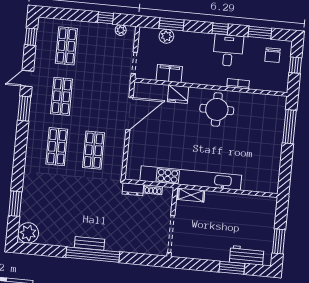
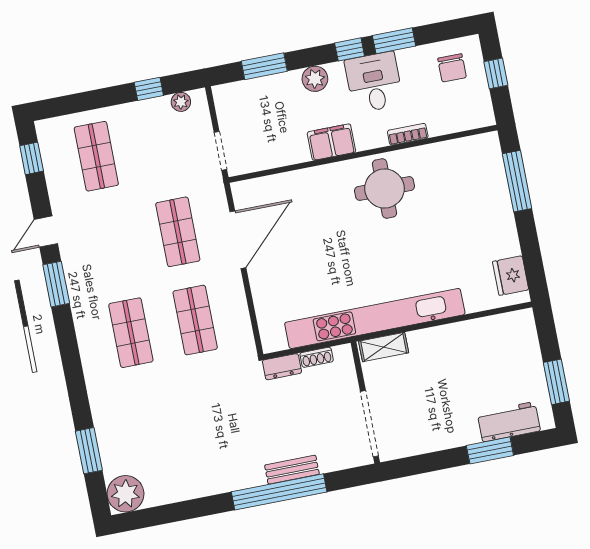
window: (260, 33) -> (394, 41), moved
plant: (166, 36) -> (315, 79), moved
filing cabinet: (169, 73) -> (331, 142), moved
fridge: (178, 94) -> (511, 276), moved, turned 90
shop shelf: (62, 96) -> (178, 232), moved
bench: (89, 243) -> (292, 470), moved
window: (93, 255) -> (279, 492), moved

